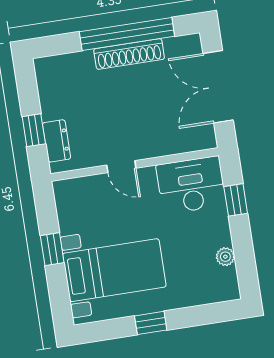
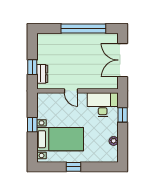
shoe rack: (129, 54) -> (83, 38), removed

